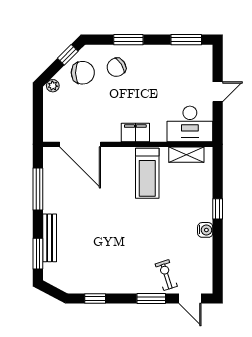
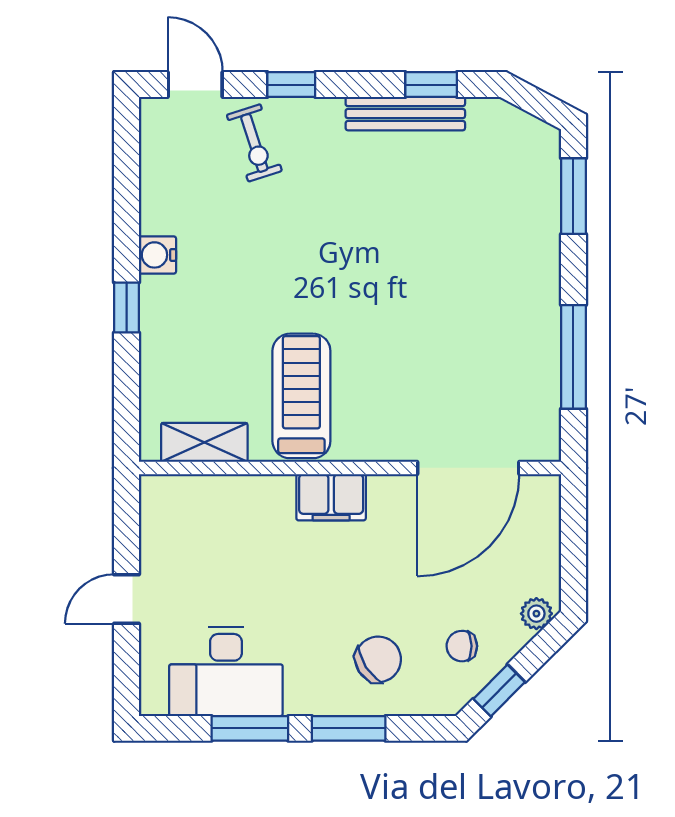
window: (186, 40) -> (250, 728), moved
chair: (83, 73) -> (462, 646), width x0.54, depth x0.54
desk: (190, 124) -> (226, 671), moved, turned 180
door: (80, 144) -> (468, 468), swing flipped
bench: (50, 238) -> (405, 114), moved, turned 90
window: (151, 299) -> (291, 85), width x0.67

